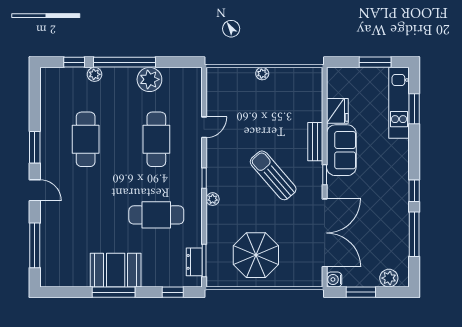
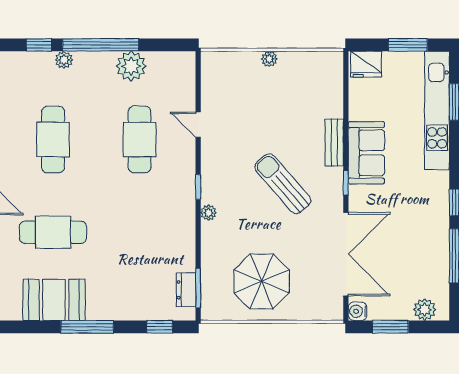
kitchen unit: (399, 103) -> (437, 111), width x1.36
fridge: (337, 111) -> (366, 64), moved, turned 90
door: (204, 127) -> (198, 125), swing flipped
cafe table: (156, 215) -> (53, 232), moved
booth: (116, 270) -> (54, 300), moved

